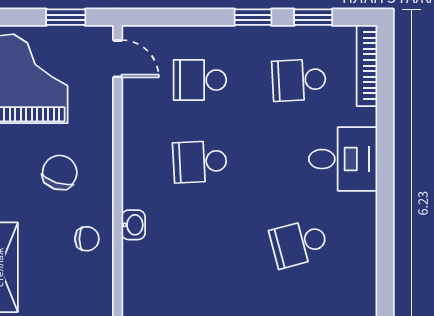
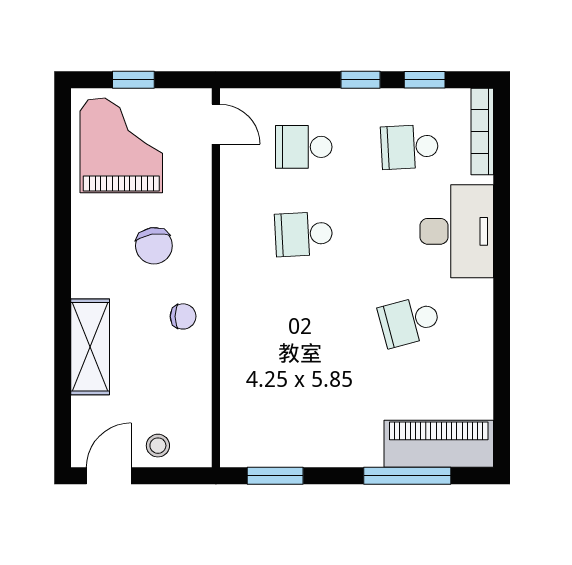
window: (66, 17) -> (133, 80), moved
desk: (343, 159) -> (457, 231), width x1.37
chair: (60, 173) -> (154, 246), turned 153
washbasin: (133, 225) -> (233, 302), removed

